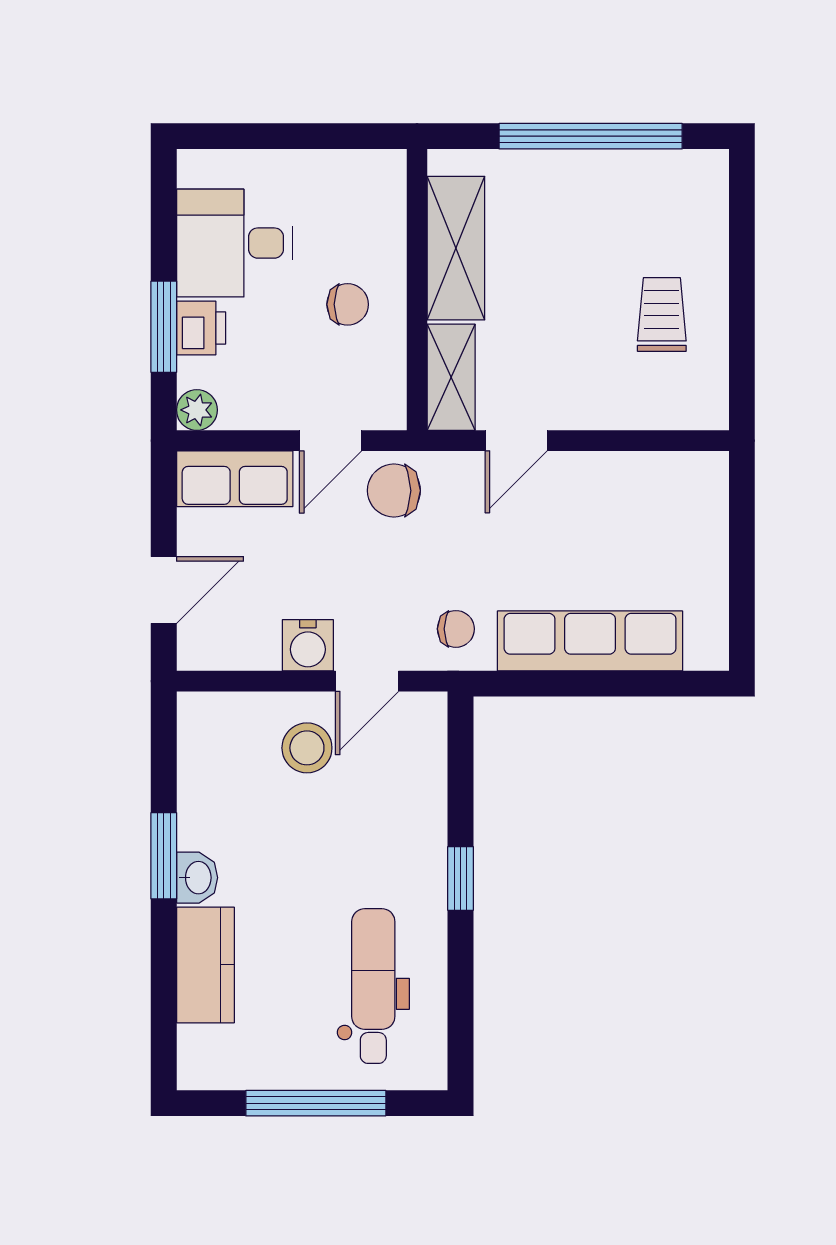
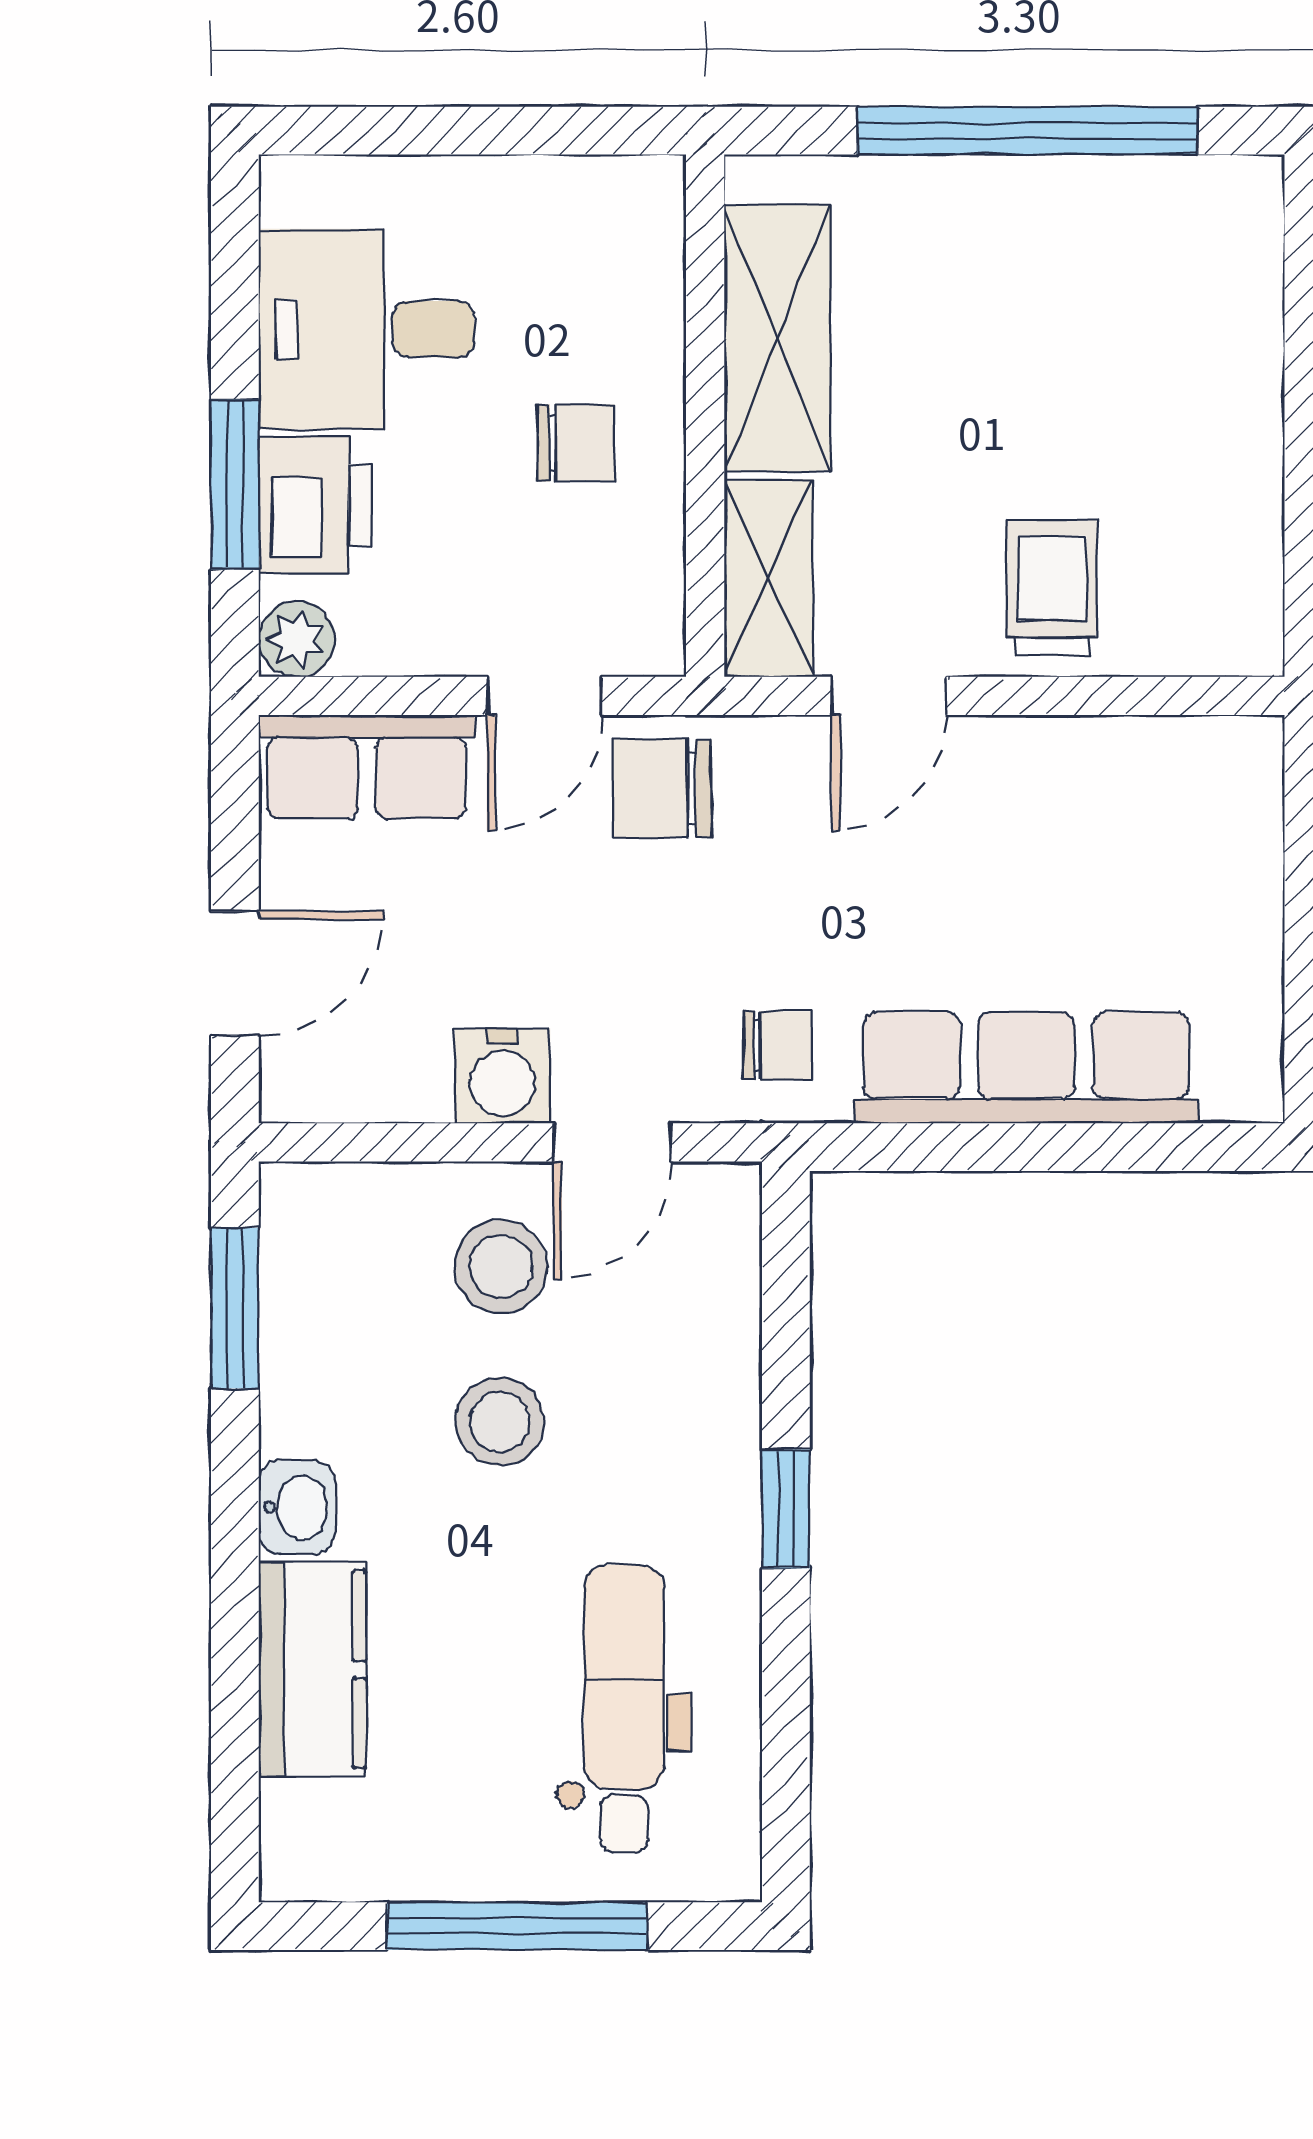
trolley: (662, 314) -> (1052, 588), moved
printer: (201, 328) -> (315, 505), width x1.36, depth x1.24
stool: (306, 831) -> (500, 1421), added
window: (164, 856) -> (235, 1308), moved

